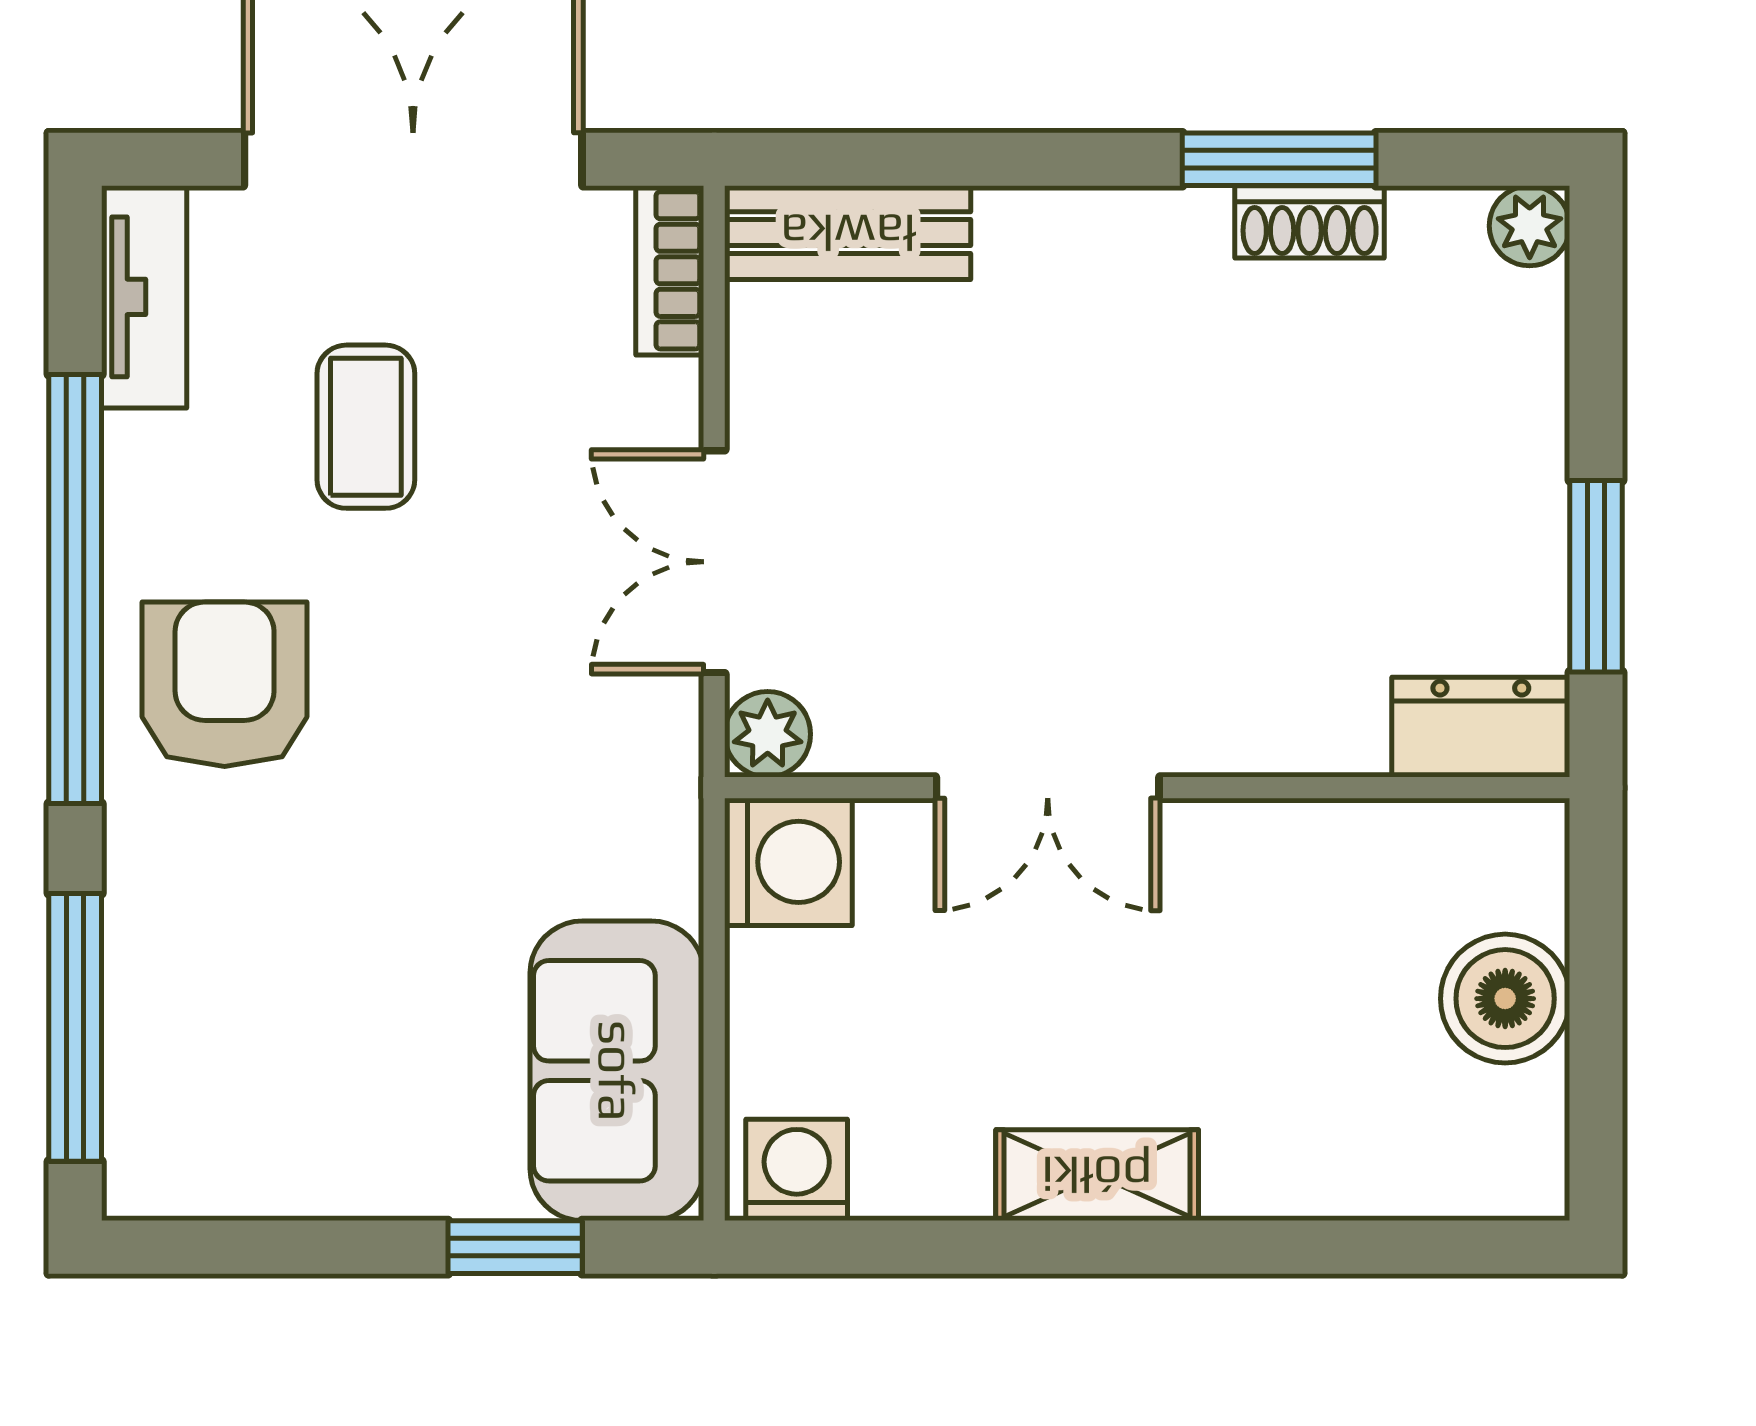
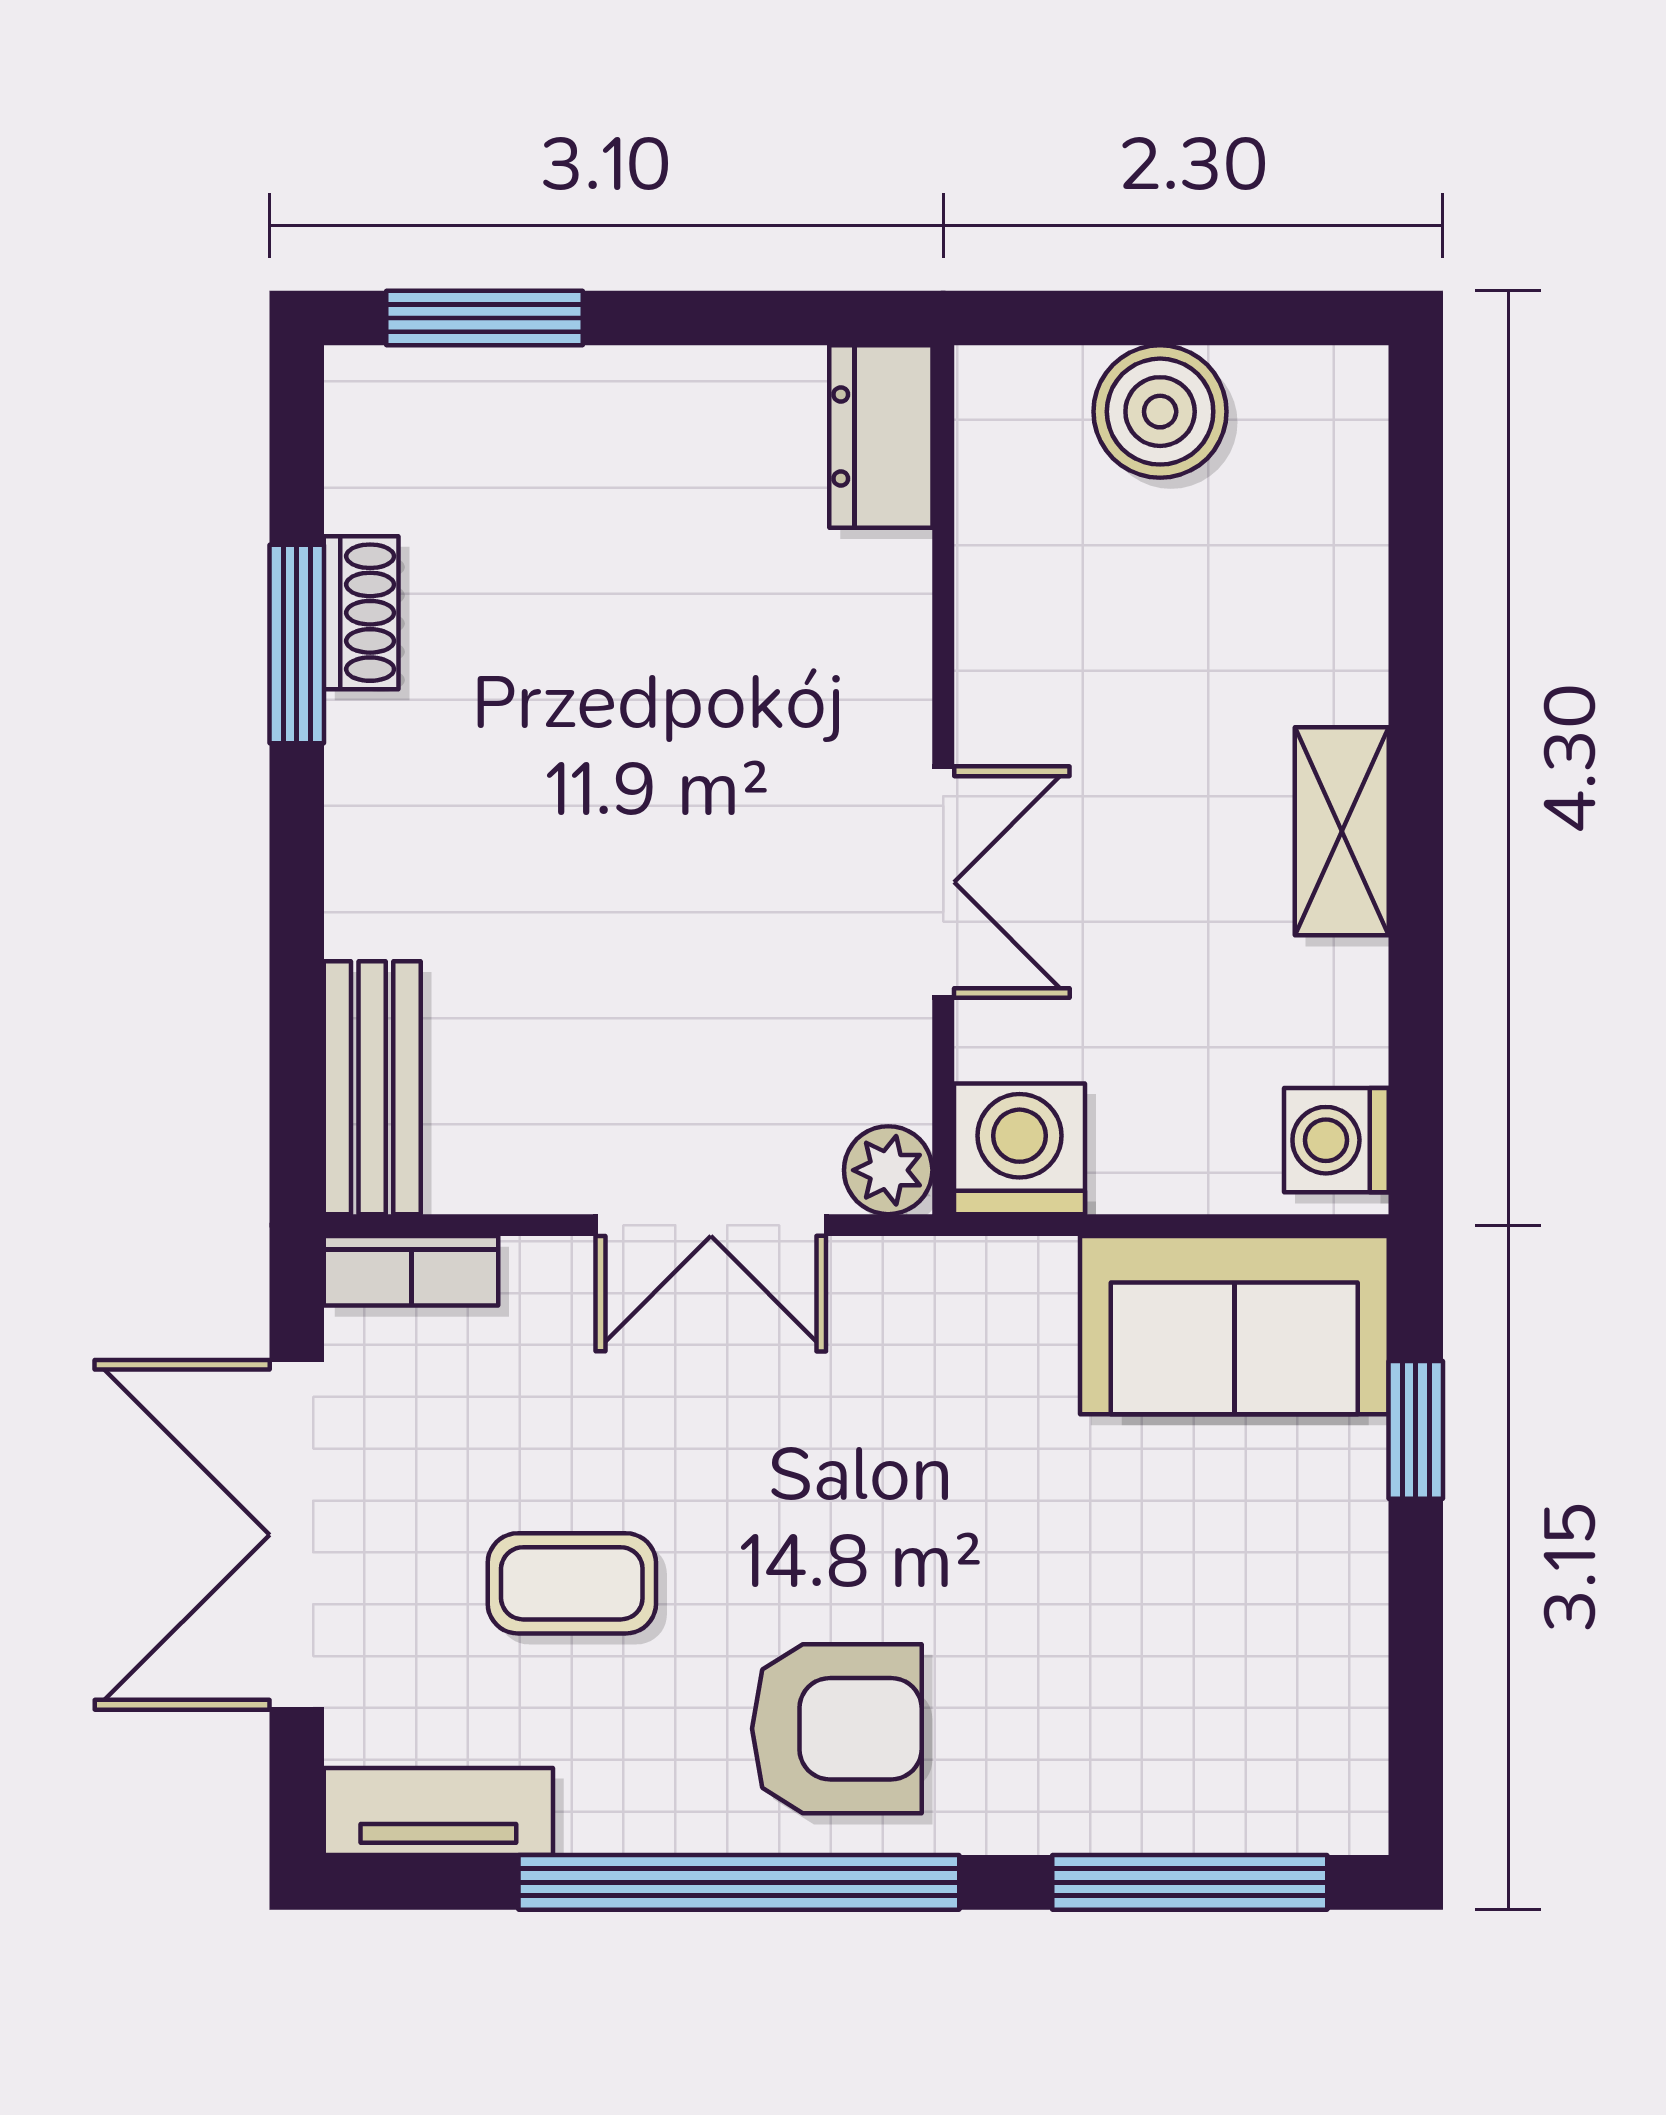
plant: (1530, 226) -> (365, 386), removed
window: (1596, 576) -> (484, 318), moved
armchair: (225, 684) -> (837, 1729), turned 180

